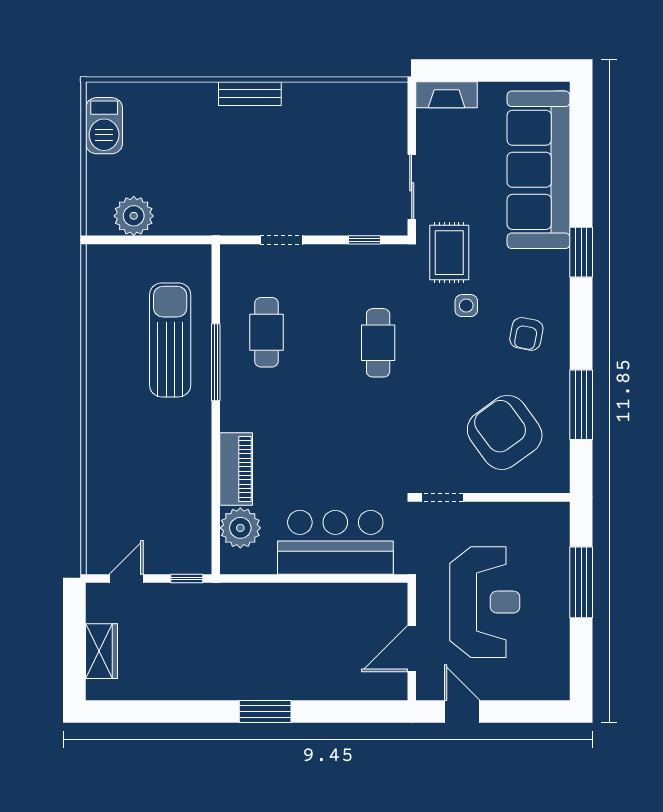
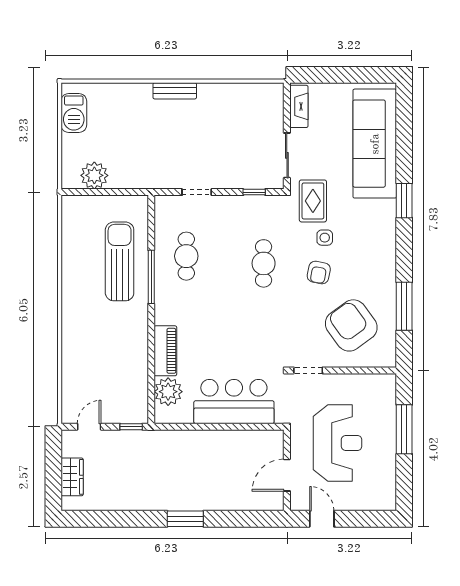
fireplace: (447, 95) -> (299, 106), moved, turned -90
armchair: (526, 334) -> (319, 272), moved

